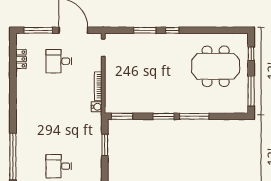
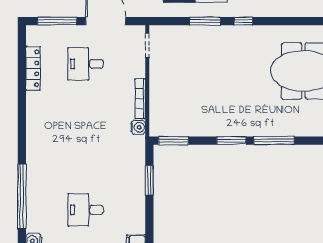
locker: (21, 59) -> (33, 68), width x1.53

